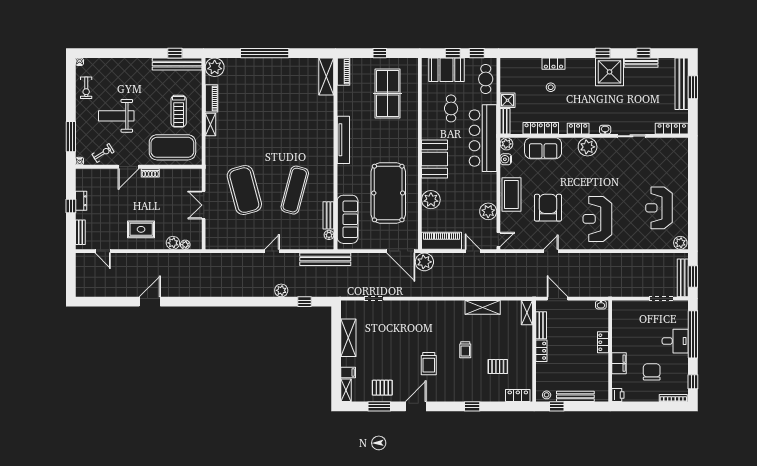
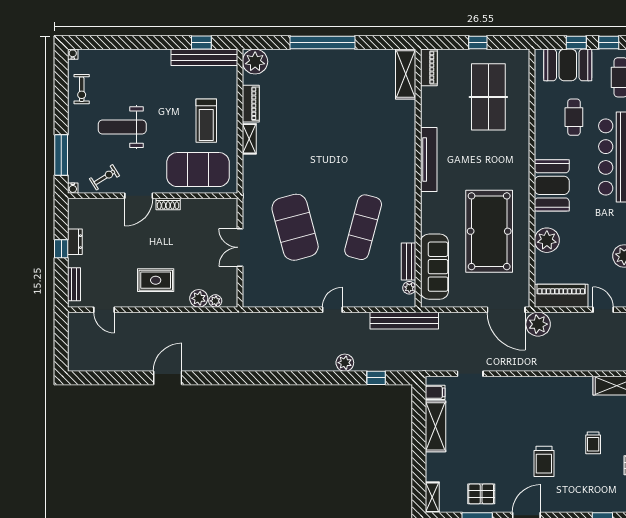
filing cabinet: (348, 372) -> (435, 392), moved

